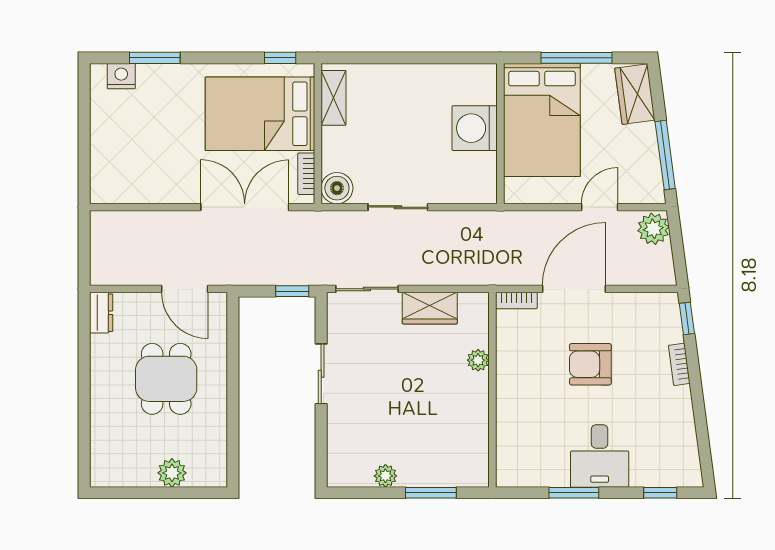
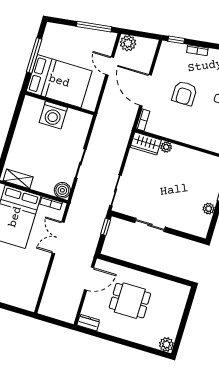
wardrobe: (635, 94) -> (60, 33), removed
double door: (245, 207) -> (58, 238), width x0.73
wardrobe: (430, 308) -> (146, 144), moved, turned 90
plant: (172, 473) -> (166, 344), moved

